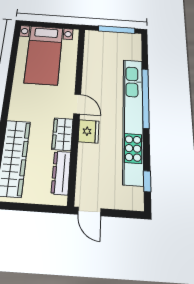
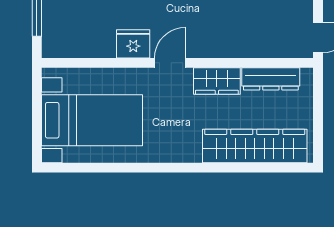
fridge: (89, 131) -> (133, 44), moved

